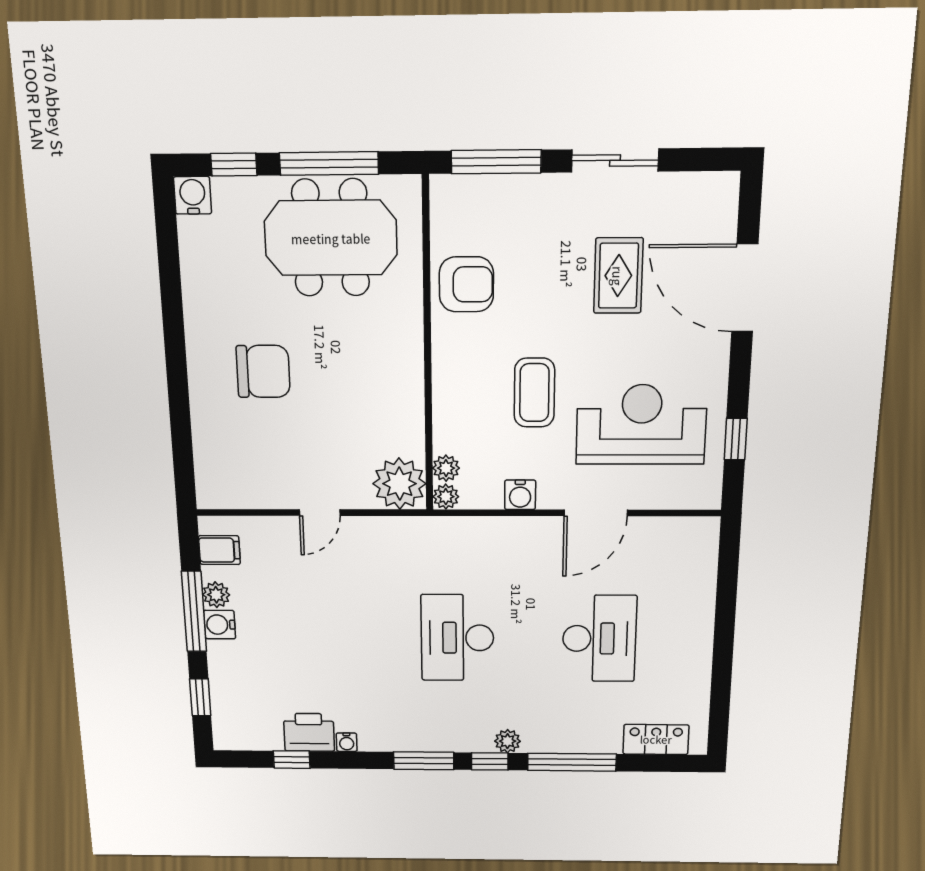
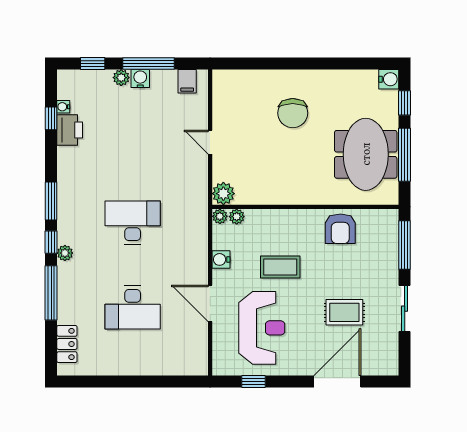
plant: (399, 484) -> (223, 194), width x0.73, depth x0.73
plant: (216, 595) -> (121, 78), moved
water cooler: (347, 742) -> (63, 107), moved

